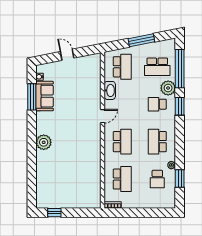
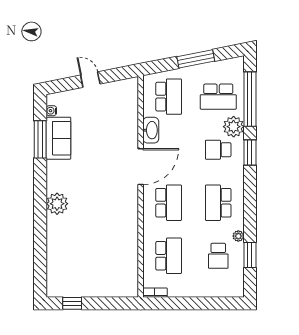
door: (103, 116) -> (141, 167), width x1.88

